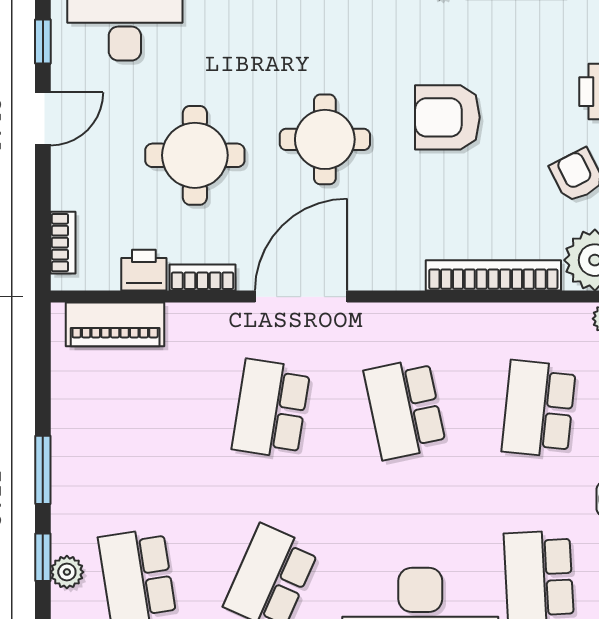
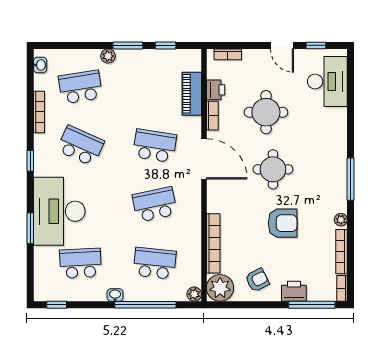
armchair: (447, 117) -> (283, 223), turned 90
piano: (115, 324) -> (192, 94), moved
window: (43, 557) -> (166, 45), moved
plant: (67, 572) -> (108, 56), moved

